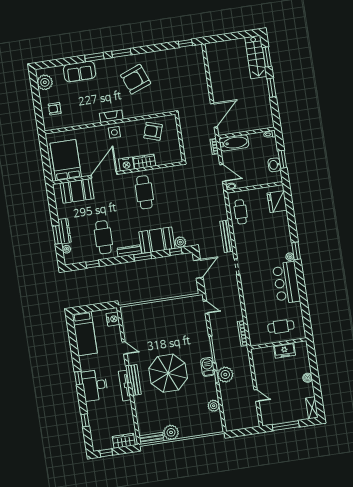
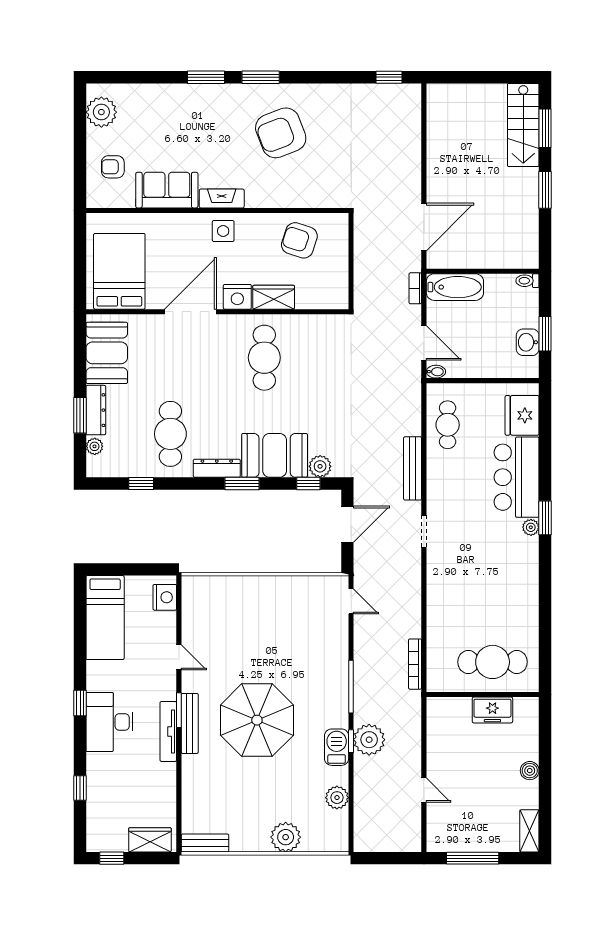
sofa: (79, 72) -> (167, 190), moved, turned 180
booth: (77, 191) -> (107, 353), moved, turned 90
bar counter: (286, 283) -> (517, 477), moved
cafe table: (281, 327) -> (493, 662), width x1.37, depth x1.35
barbecue: (208, 367) -> (337, 747), moved
plant: (171, 432) -> (286, 837), moved

